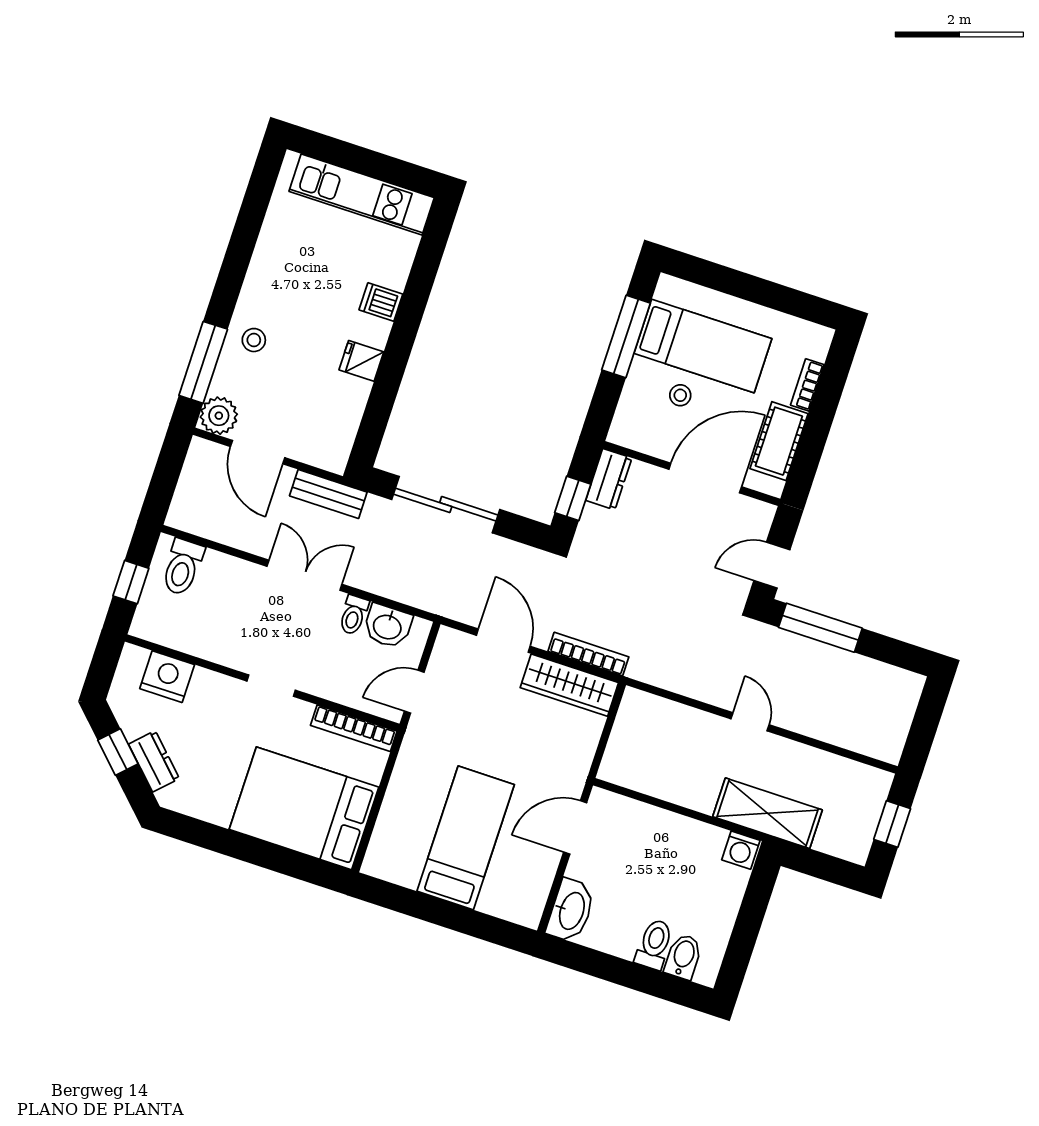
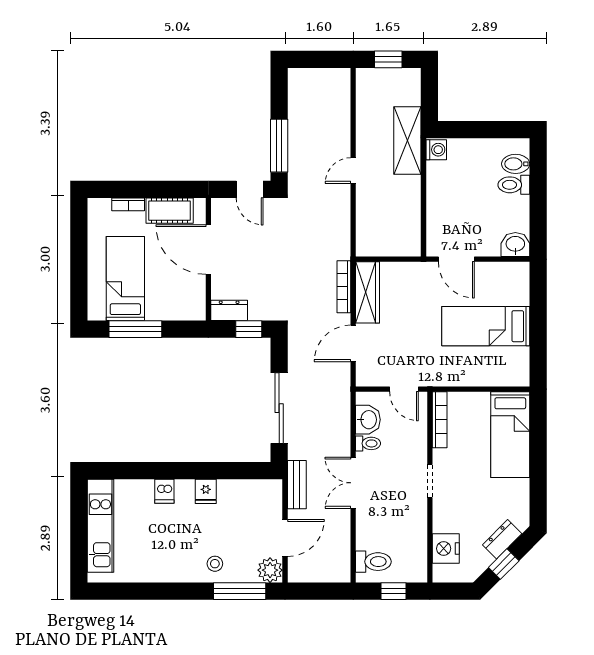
stool: (680, 395) -> (161, 283), removed
bed: (304, 808) -> (510, 435), width x0.67
washbasin: (571, 911) -> (515, 245), width x0.72

